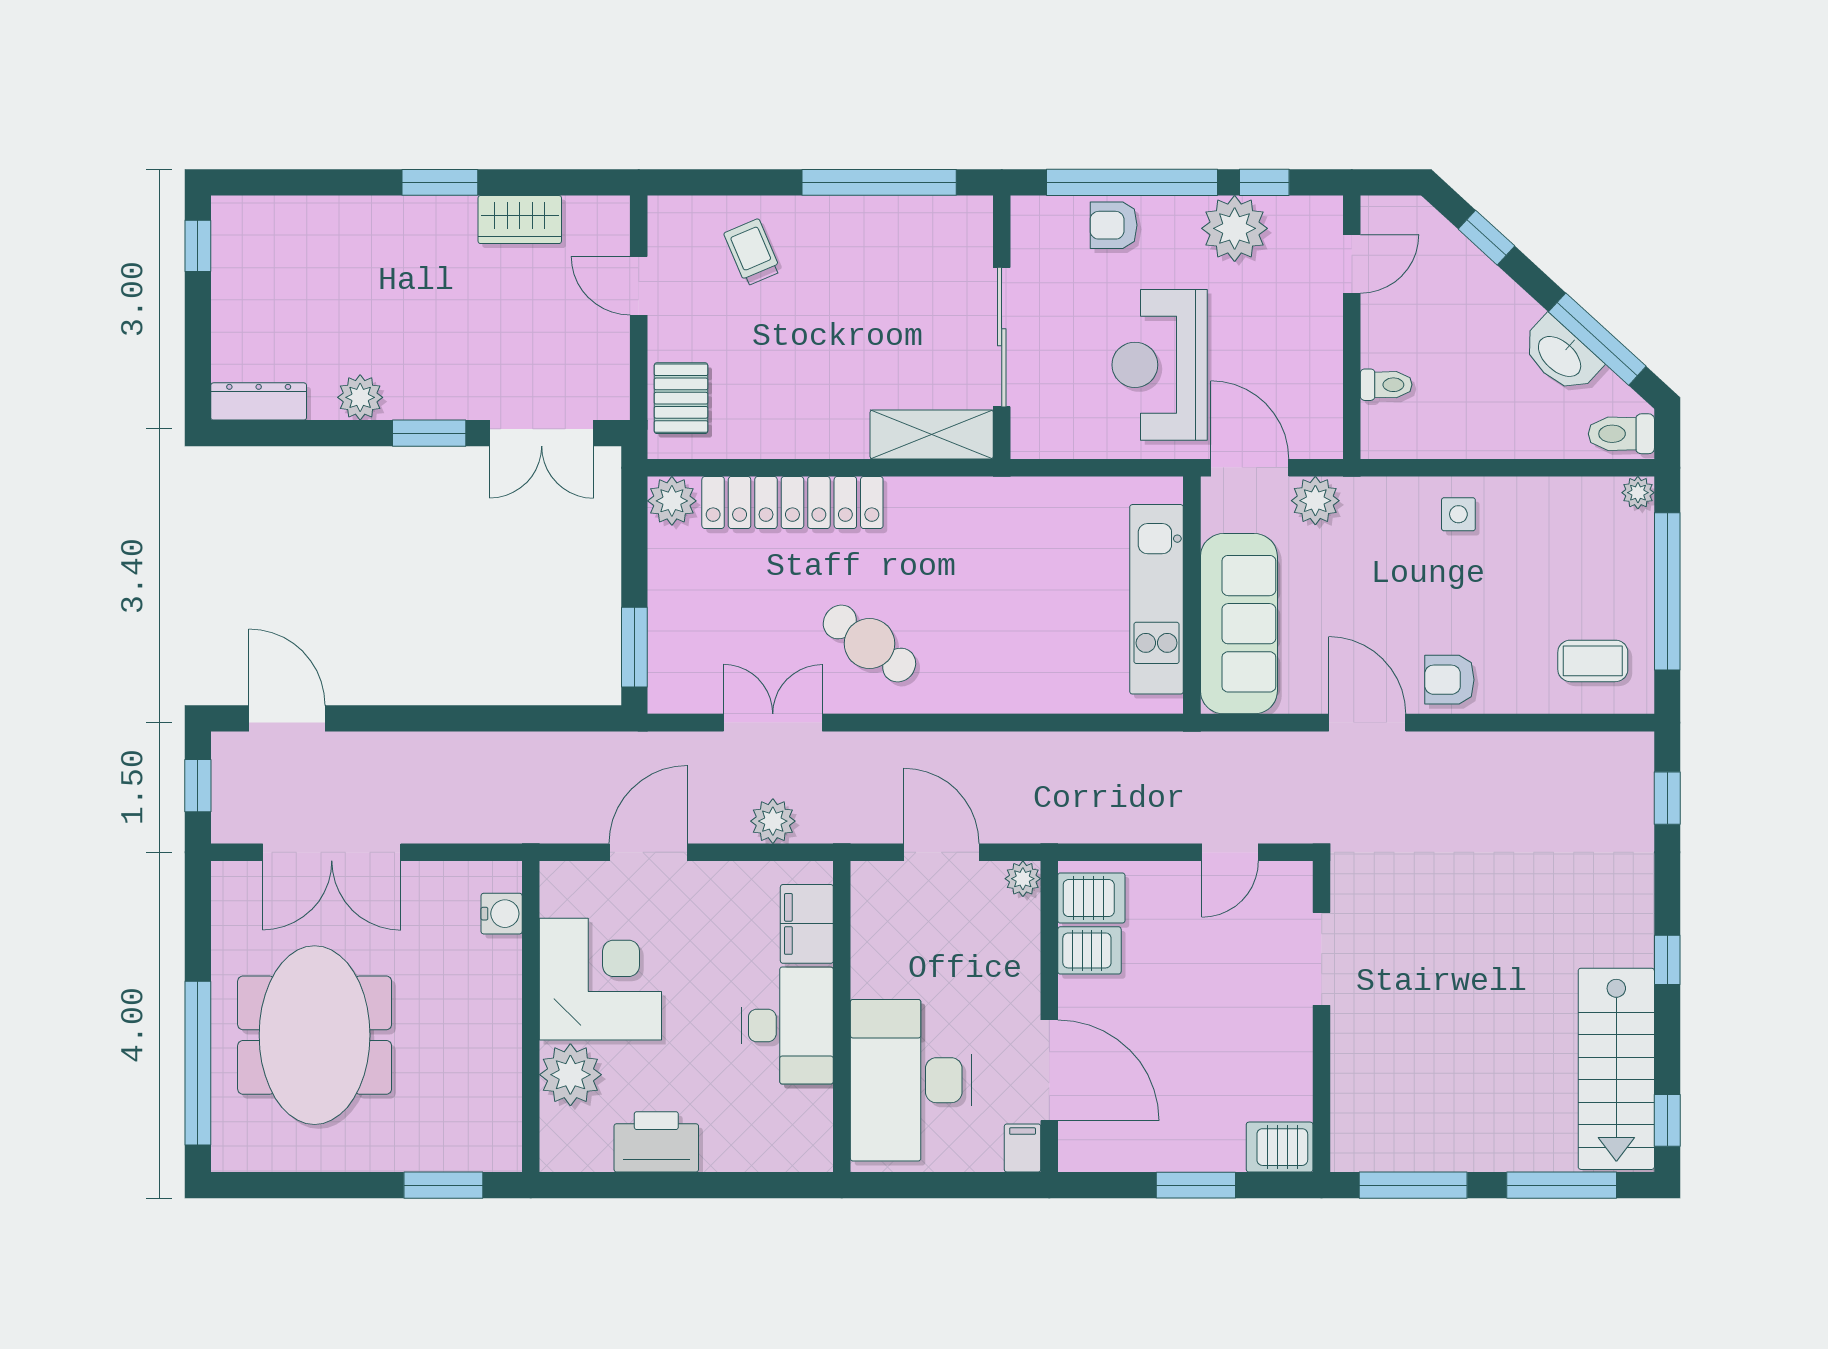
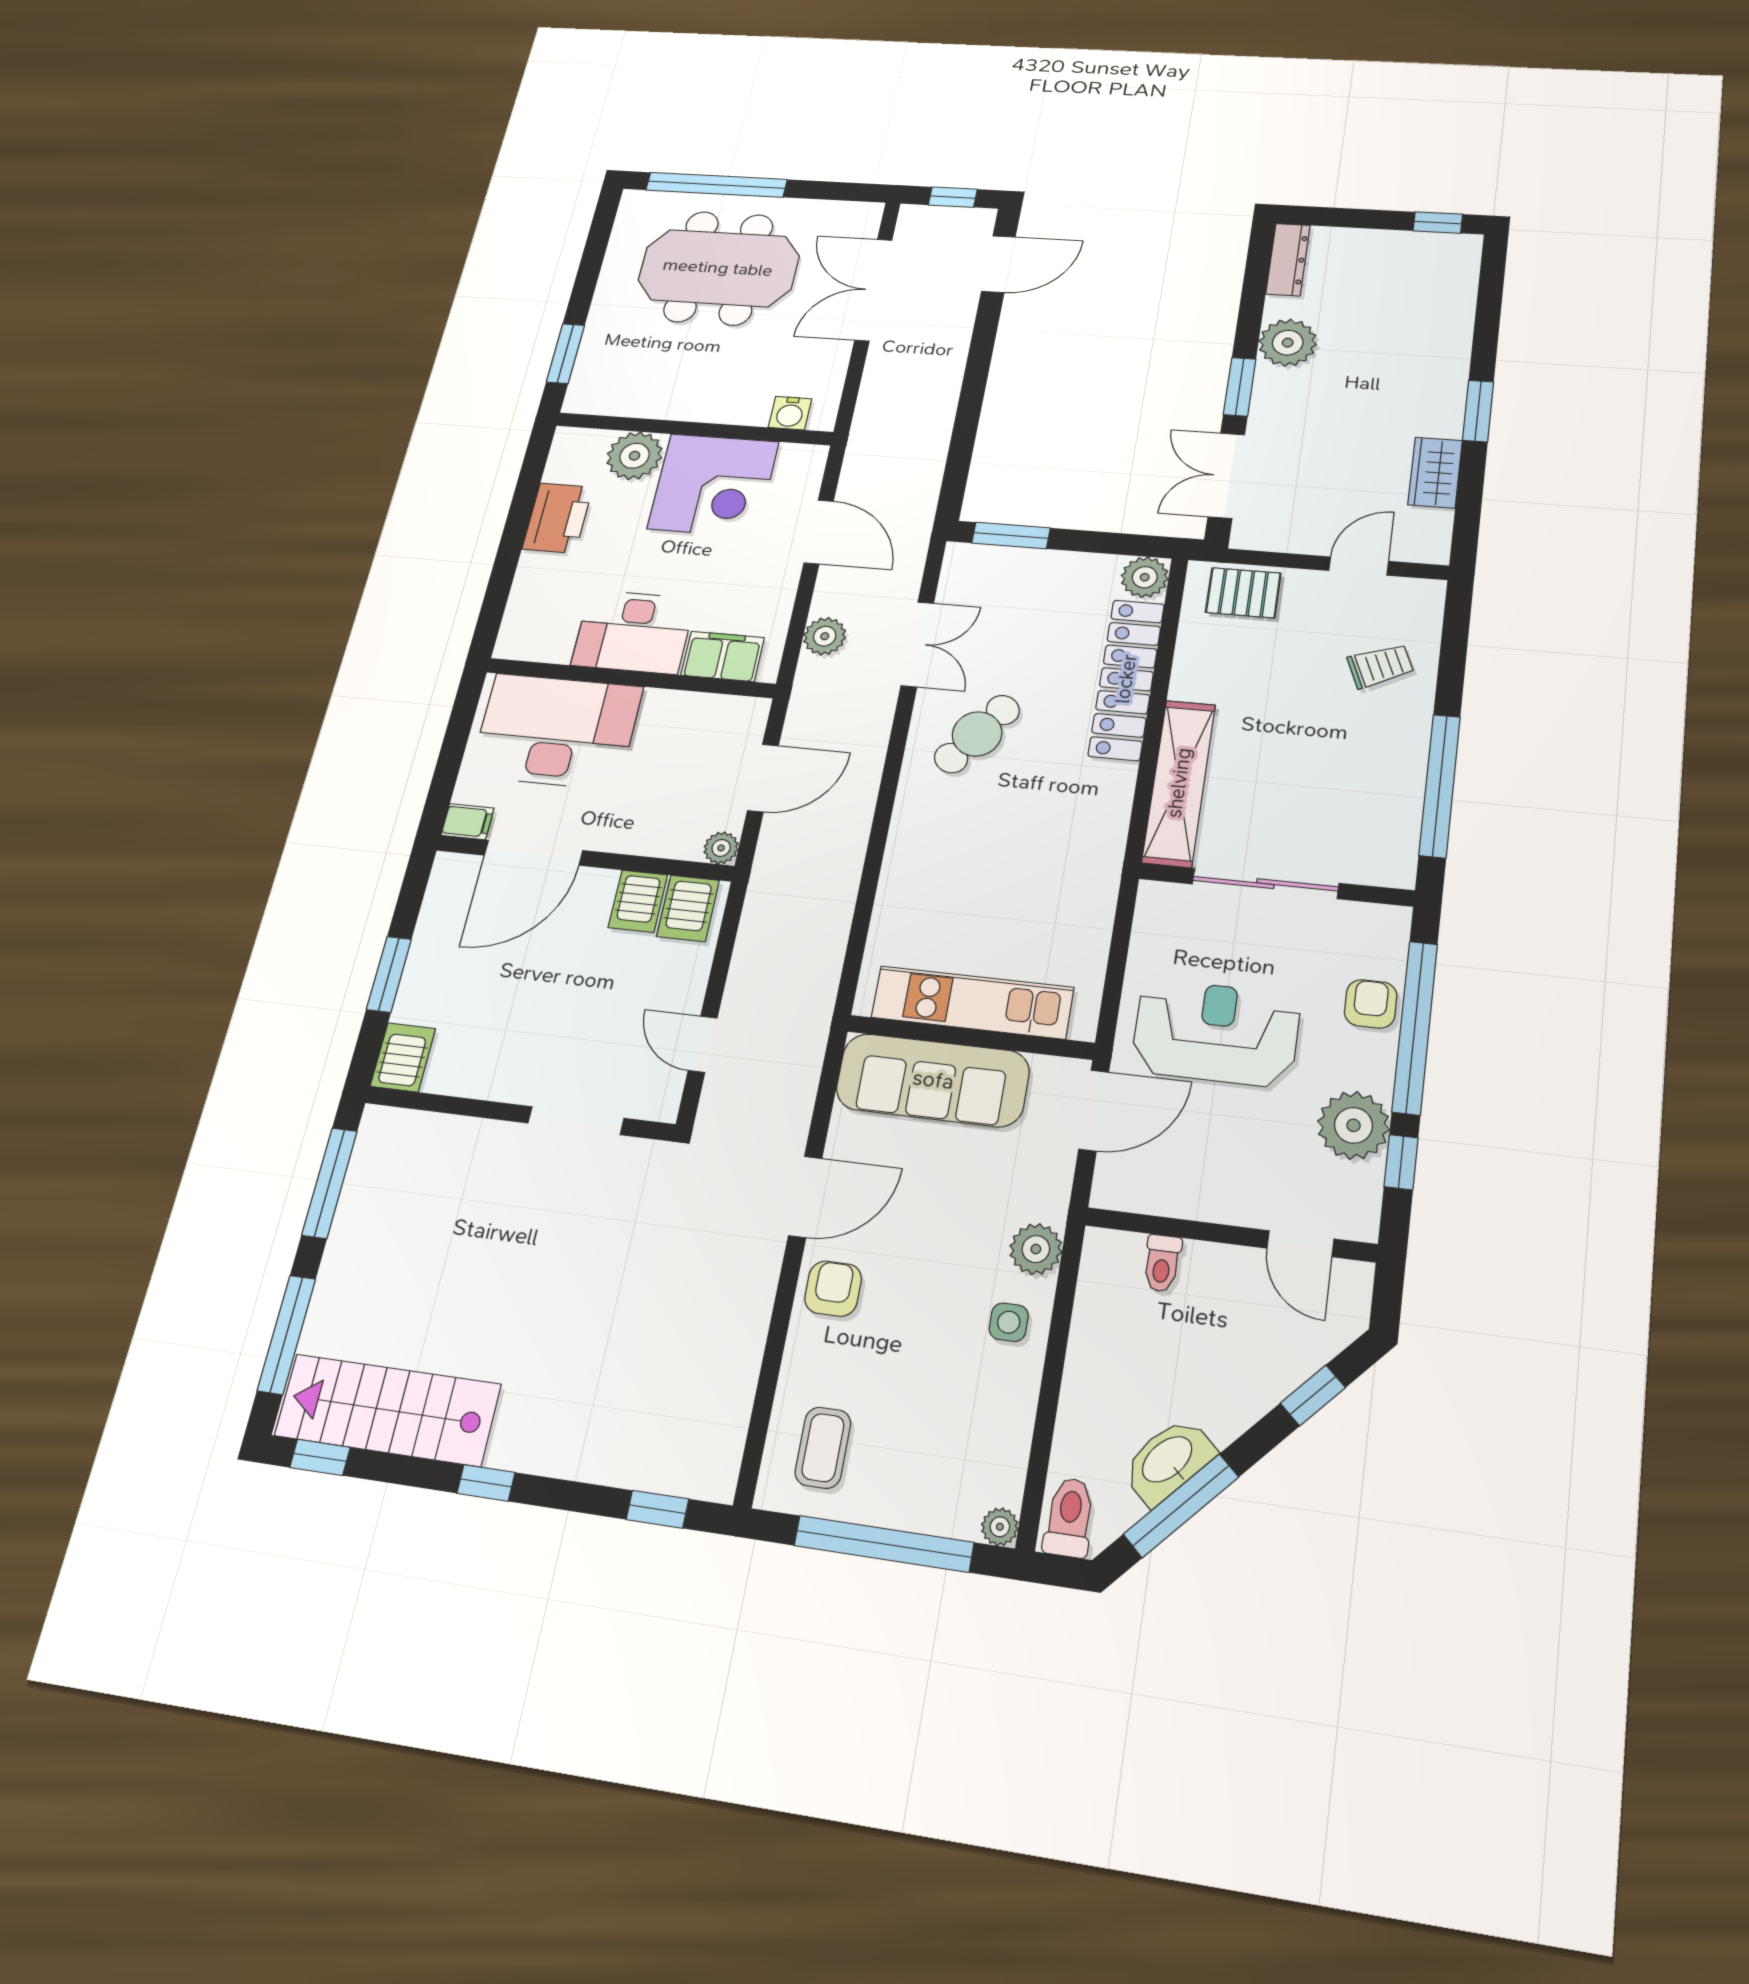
plant: (360, 397) -> (1288, 343), width x1.36, depth x1.36
shelving: (932, 434) -> (1179, 783), width x1.47
plant: (1315, 501) -> (1036, 1249), moved

